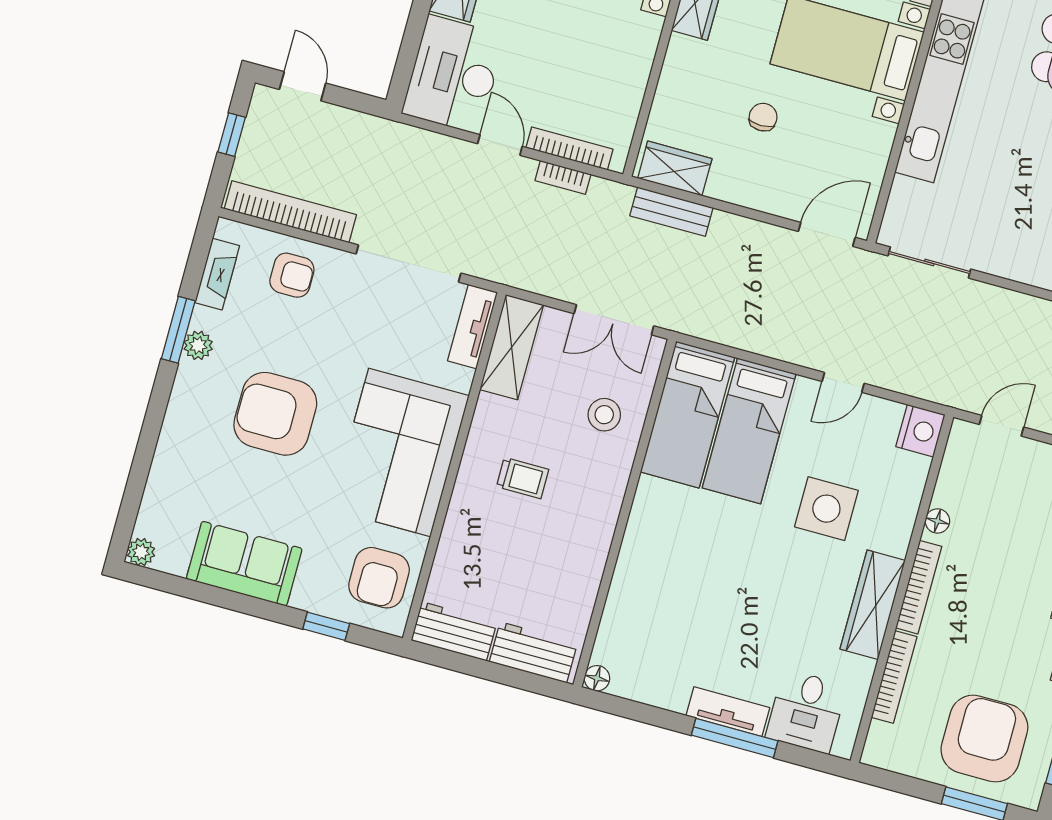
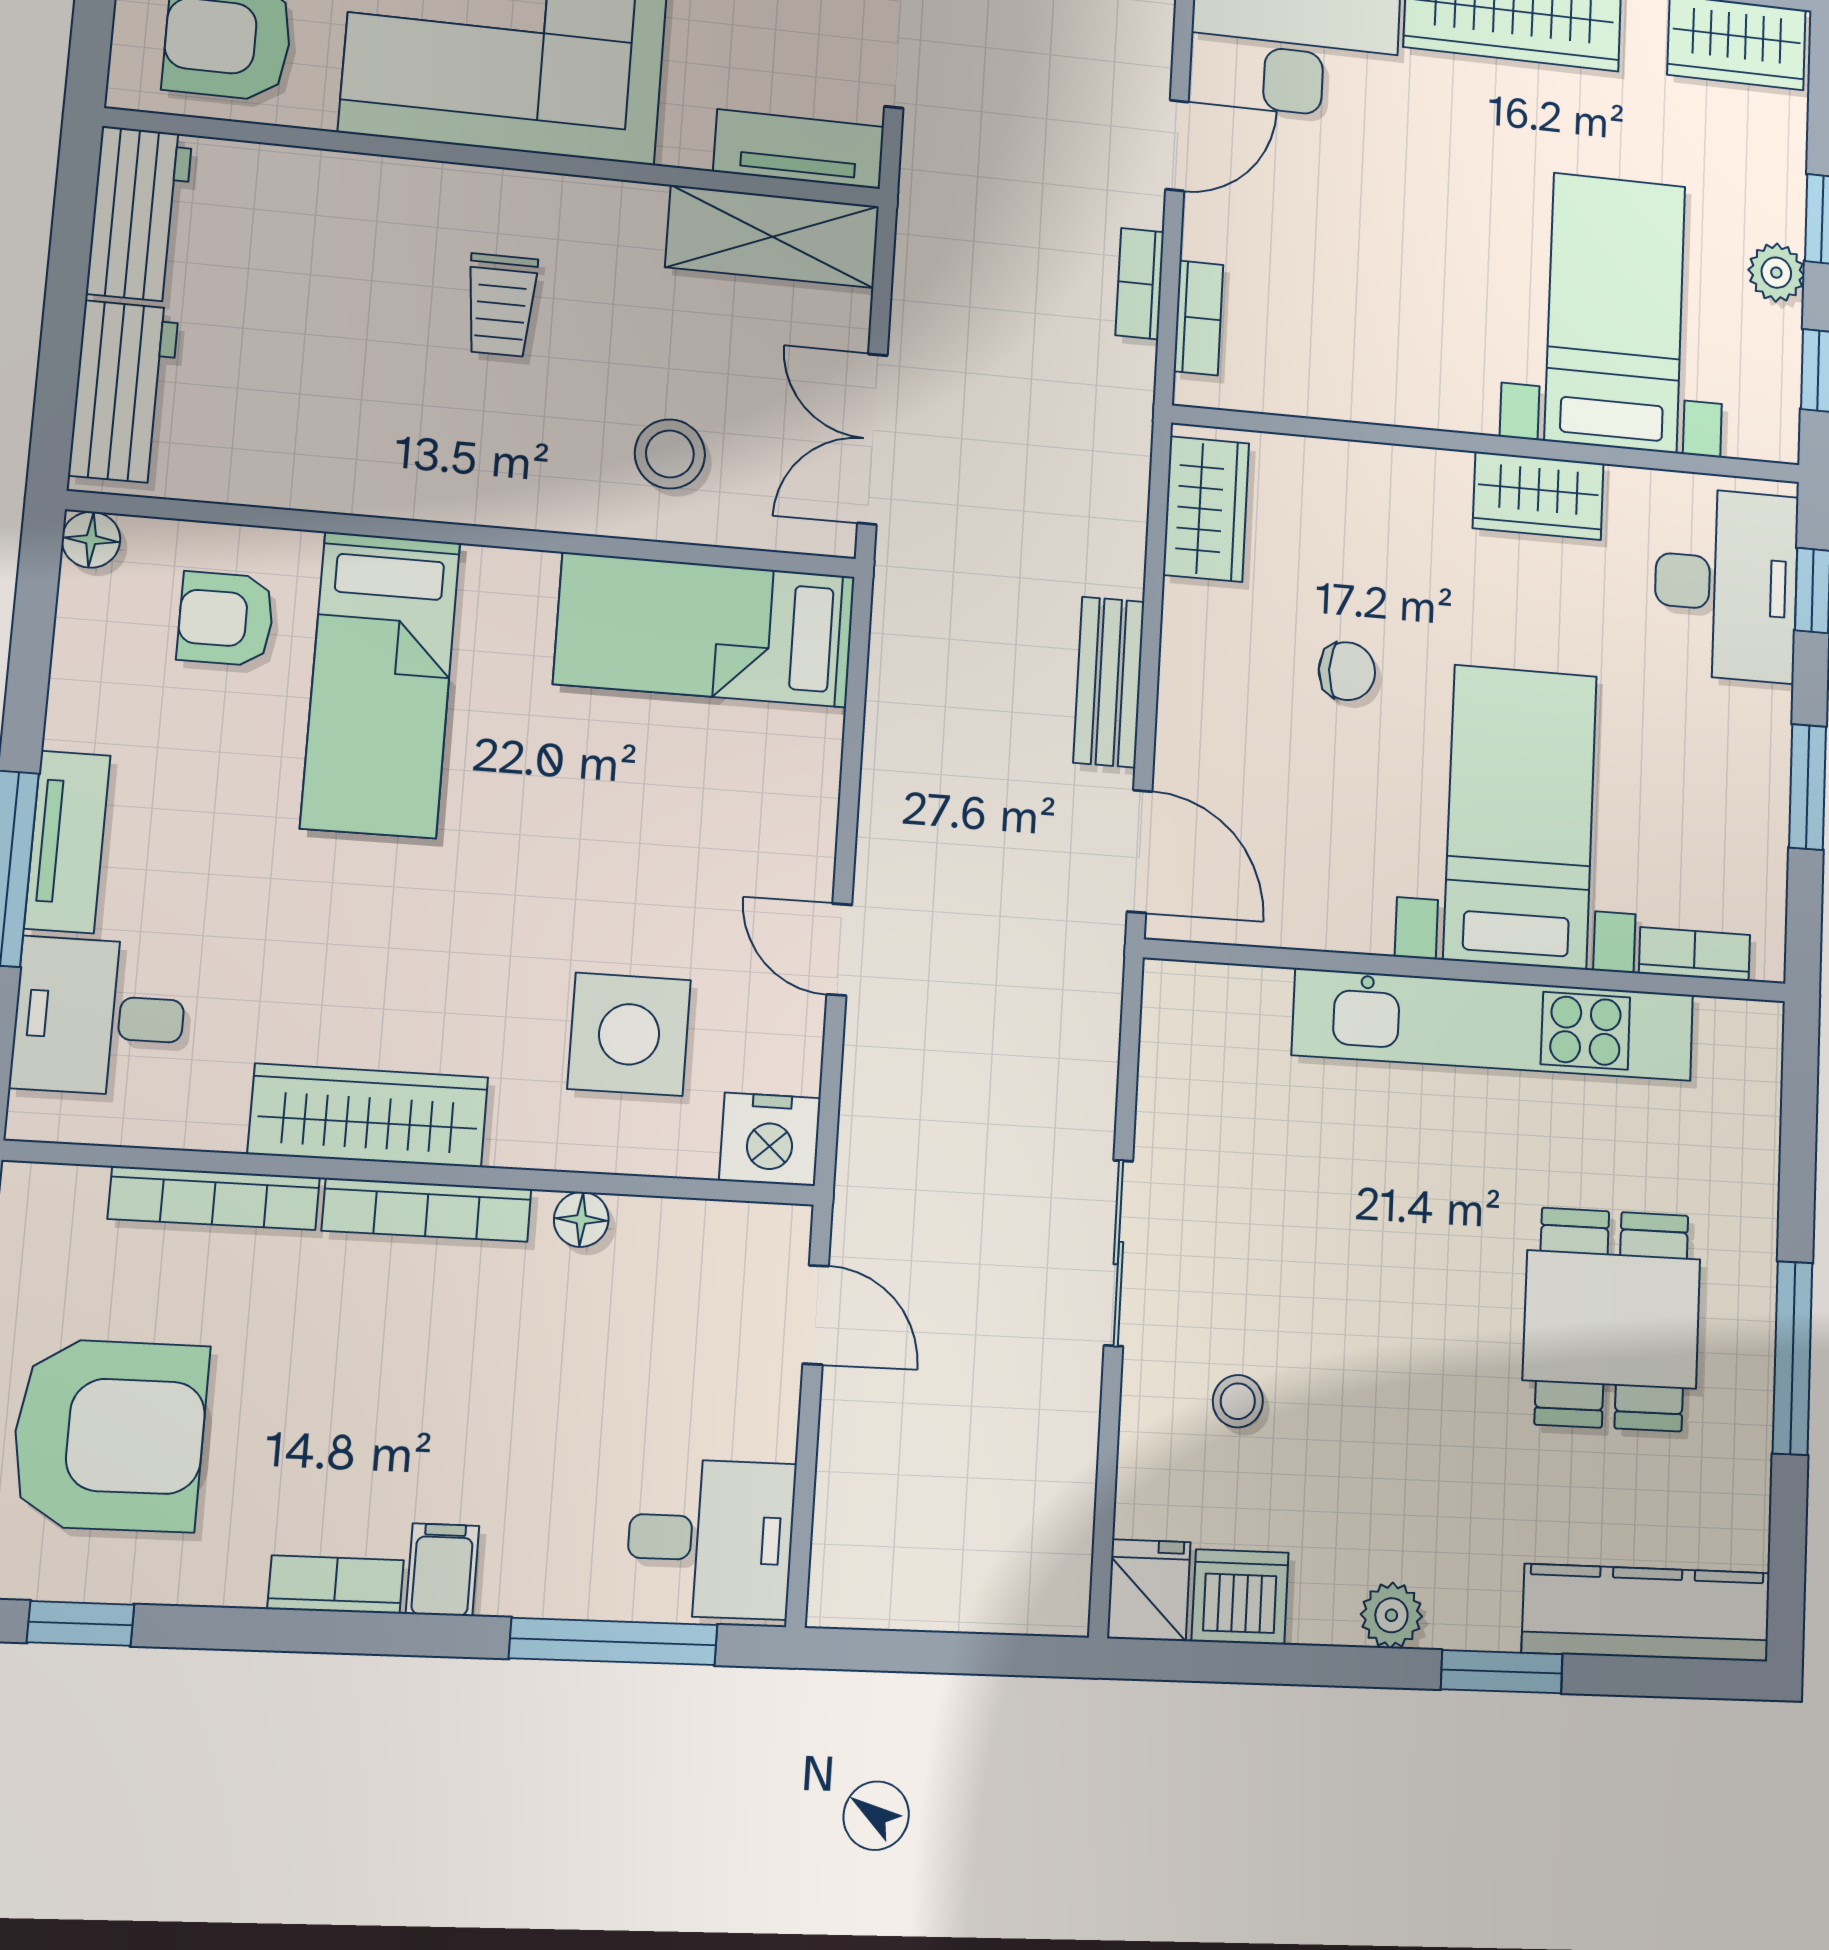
bookcase: (569, 148) -> (1198, 318), width x0.64
bench: (671, 212) -> (1109, 682), moved
sliding door: (929, 262) -> (1118, 1253), moved
bed: (749, 431) -> (380, 685), moved, turned -90
side table: (826, 509) -> (629, 1034), moved
armchair: (643, 626) -> (226, 619), added

